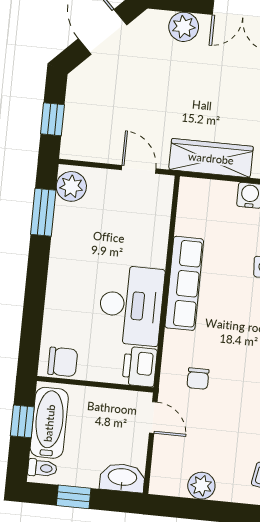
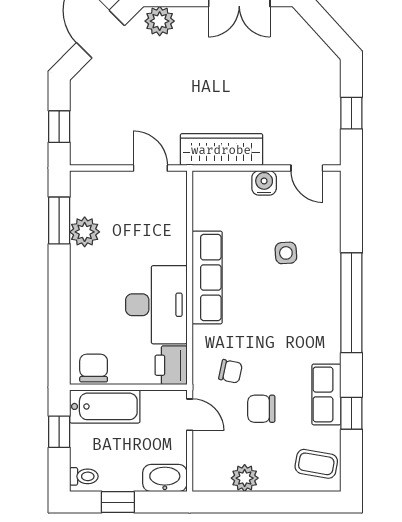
plant: (184, 27) -> (160, 21), moved
plant: (71, 186) -> (85, 232), moved
chair: (63, 362) -> (94, 368), turned -90
chair: (198, 379) -> (230, 371), turned -78
chair: (225, 419) -> (261, 409), added
bathtub: (49, 423) -> (105, 406), moved, turned 90

